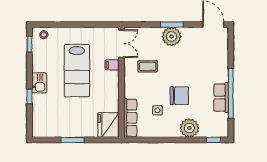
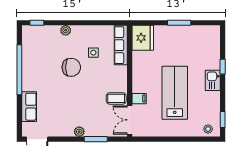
window: (172, 25) -> (96, 139), moved
plant: (171, 36) -> (79, 132), width x0.53, depth x0.53
coffee table: (148, 66) -> (116, 98), moved
chair: (179, 96) -> (71, 67), turned 180
row of seats: (221, 98) -> (29, 107), moved
plant: (189, 128) -> (66, 30), width x0.53, depth x0.53

